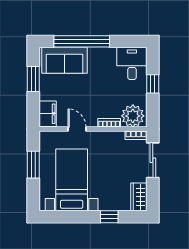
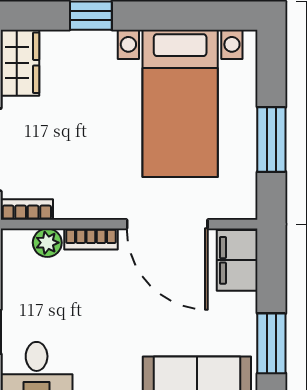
plant: (133, 116) -> (47, 243), width x0.53, depth x0.53
door: (77, 129) -> (167, 224), width x1.87

